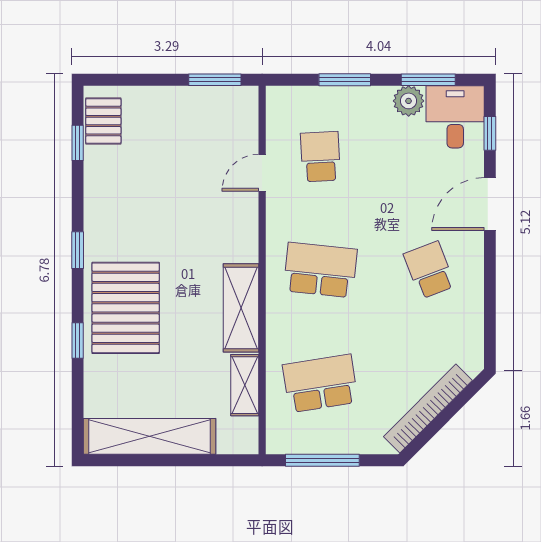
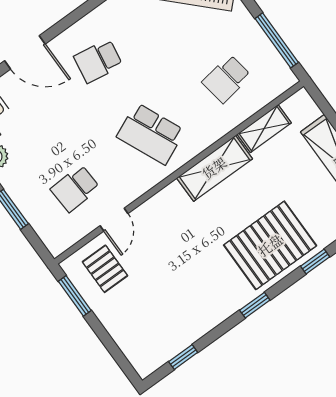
pallet: (103, 121) -> (105, 269), moved, turned 90
door: (262, 173) -> (114, 220), hinge flipped
school desk: (320, 270) -> (151, 134), turned -30
school desk: (429, 270) -> (98, 61), turned 30
school desk: (320, 383) -> (227, 79), width x0.54

